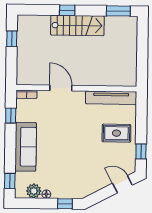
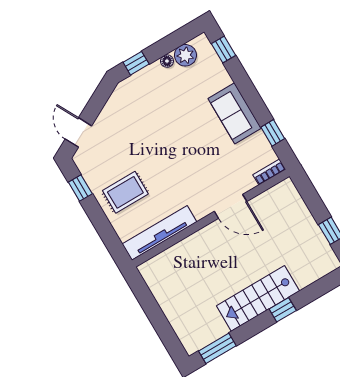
sofa: (26, 147) -> (235, 113), width x0.73
door: (122, 184) -> (78, 132), swing flipped

